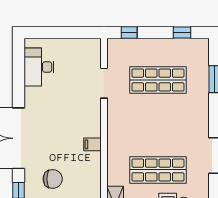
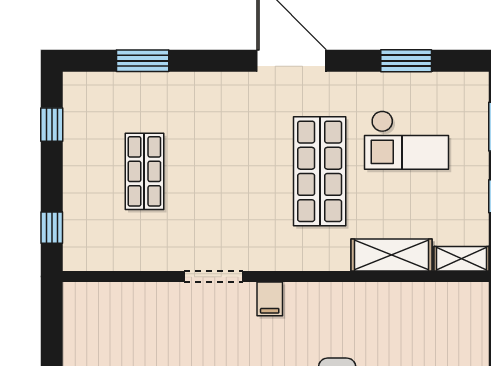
shop shelf: (158, 80) -> (144, 171), width x0.70, depth x0.74
doorway: (104, 83) -> (213, 277), moved

